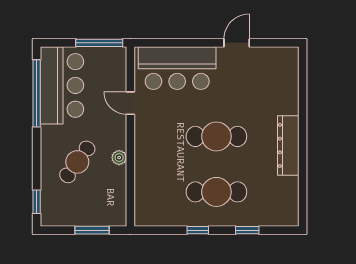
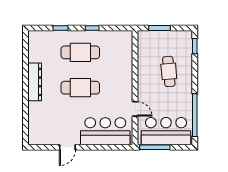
bar counter: (62, 85) -> (166, 131), moved, turned 90
plant: (119, 158) -> (142, 74), removed
cafe table: (77, 162) -> (169, 71), turned -41

